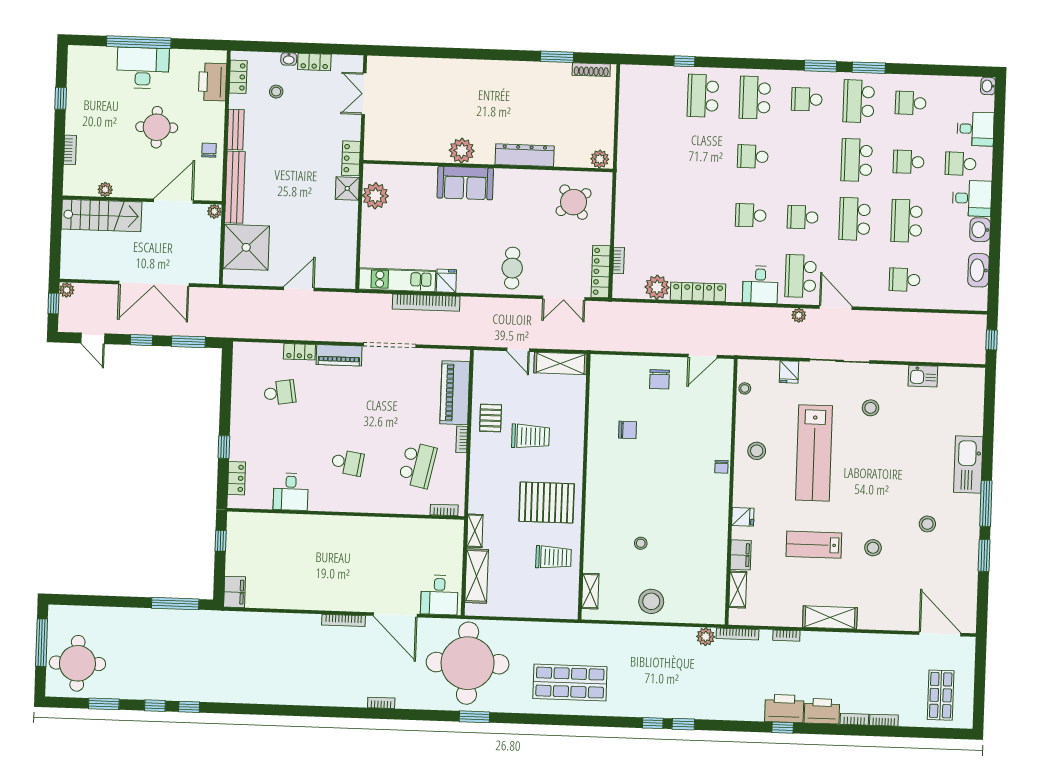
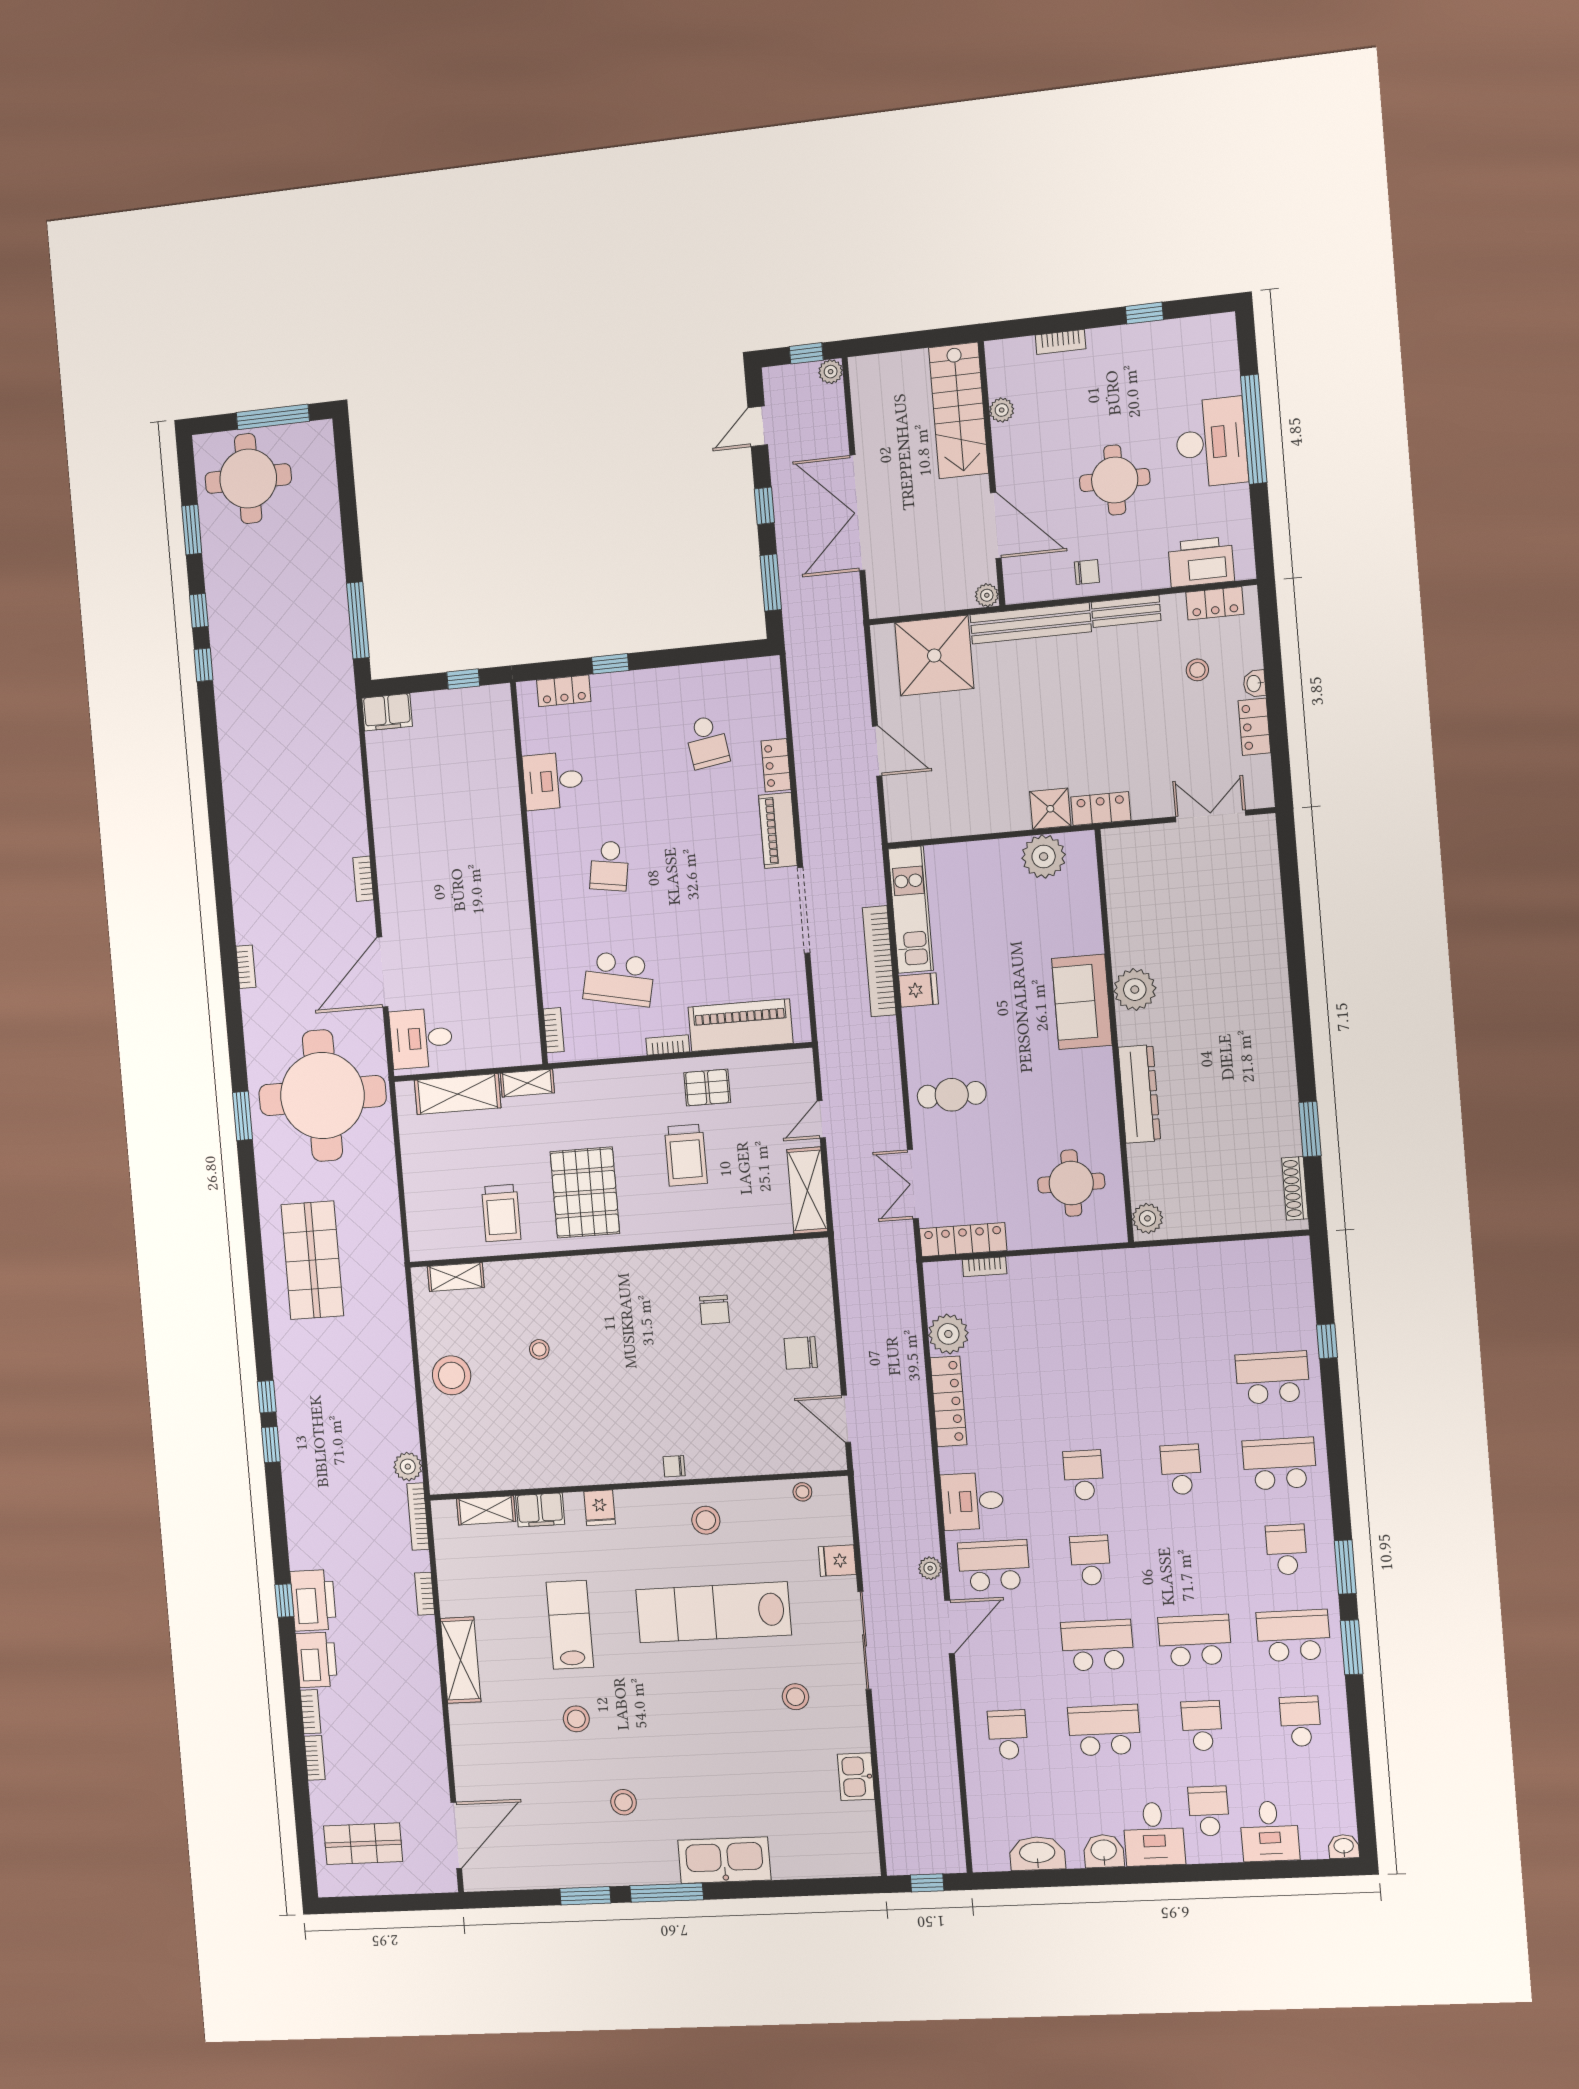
round table: (574, 202) -> (1071, 1183), turned 37
bookcase: (343, 620) -> (363, 879), width x0.64

